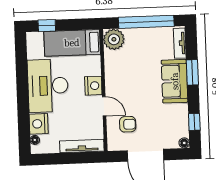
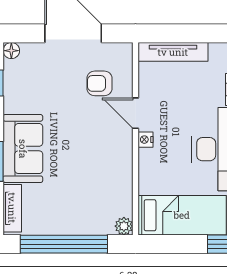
plant: (114, 39) -> (124, 226), width x0.53, depth x0.53
nightstand: (93, 86) -> (145, 140), width x0.53, depth x0.56

